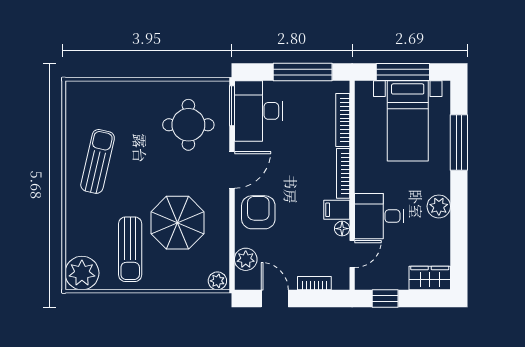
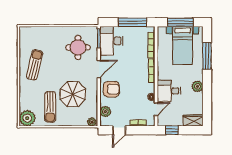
filing cabinet: (337, 210) -> (149, 88), removed
armchair: (258, 212) -> (111, 89), turned 90
door: (275, 298) -> (119, 130), swing flipped

